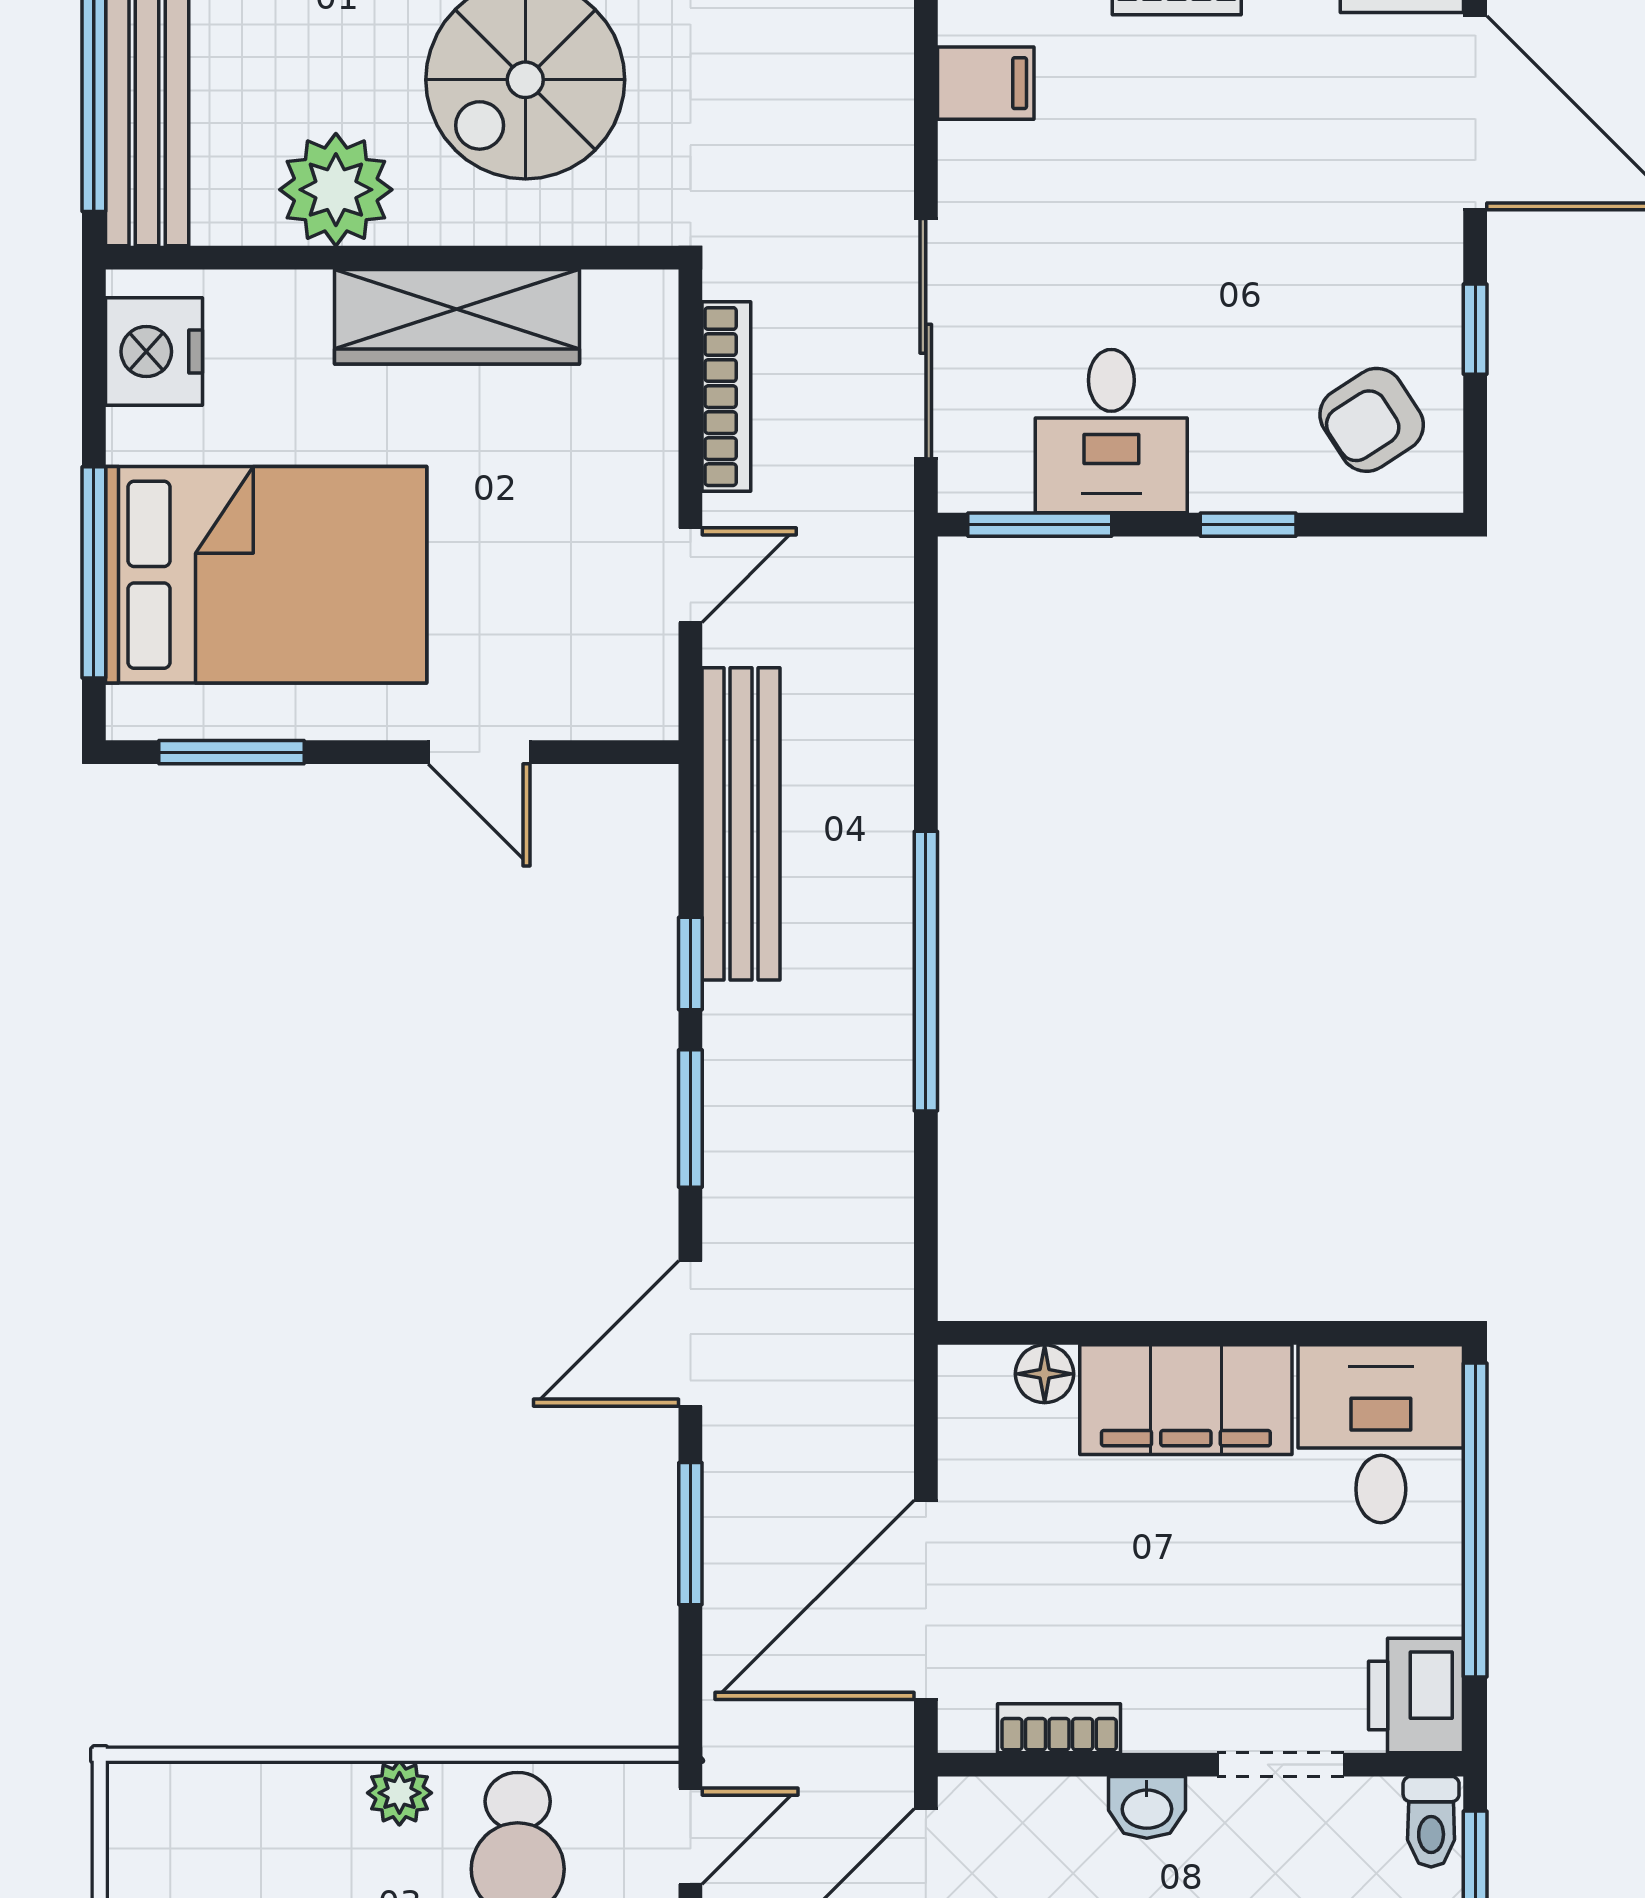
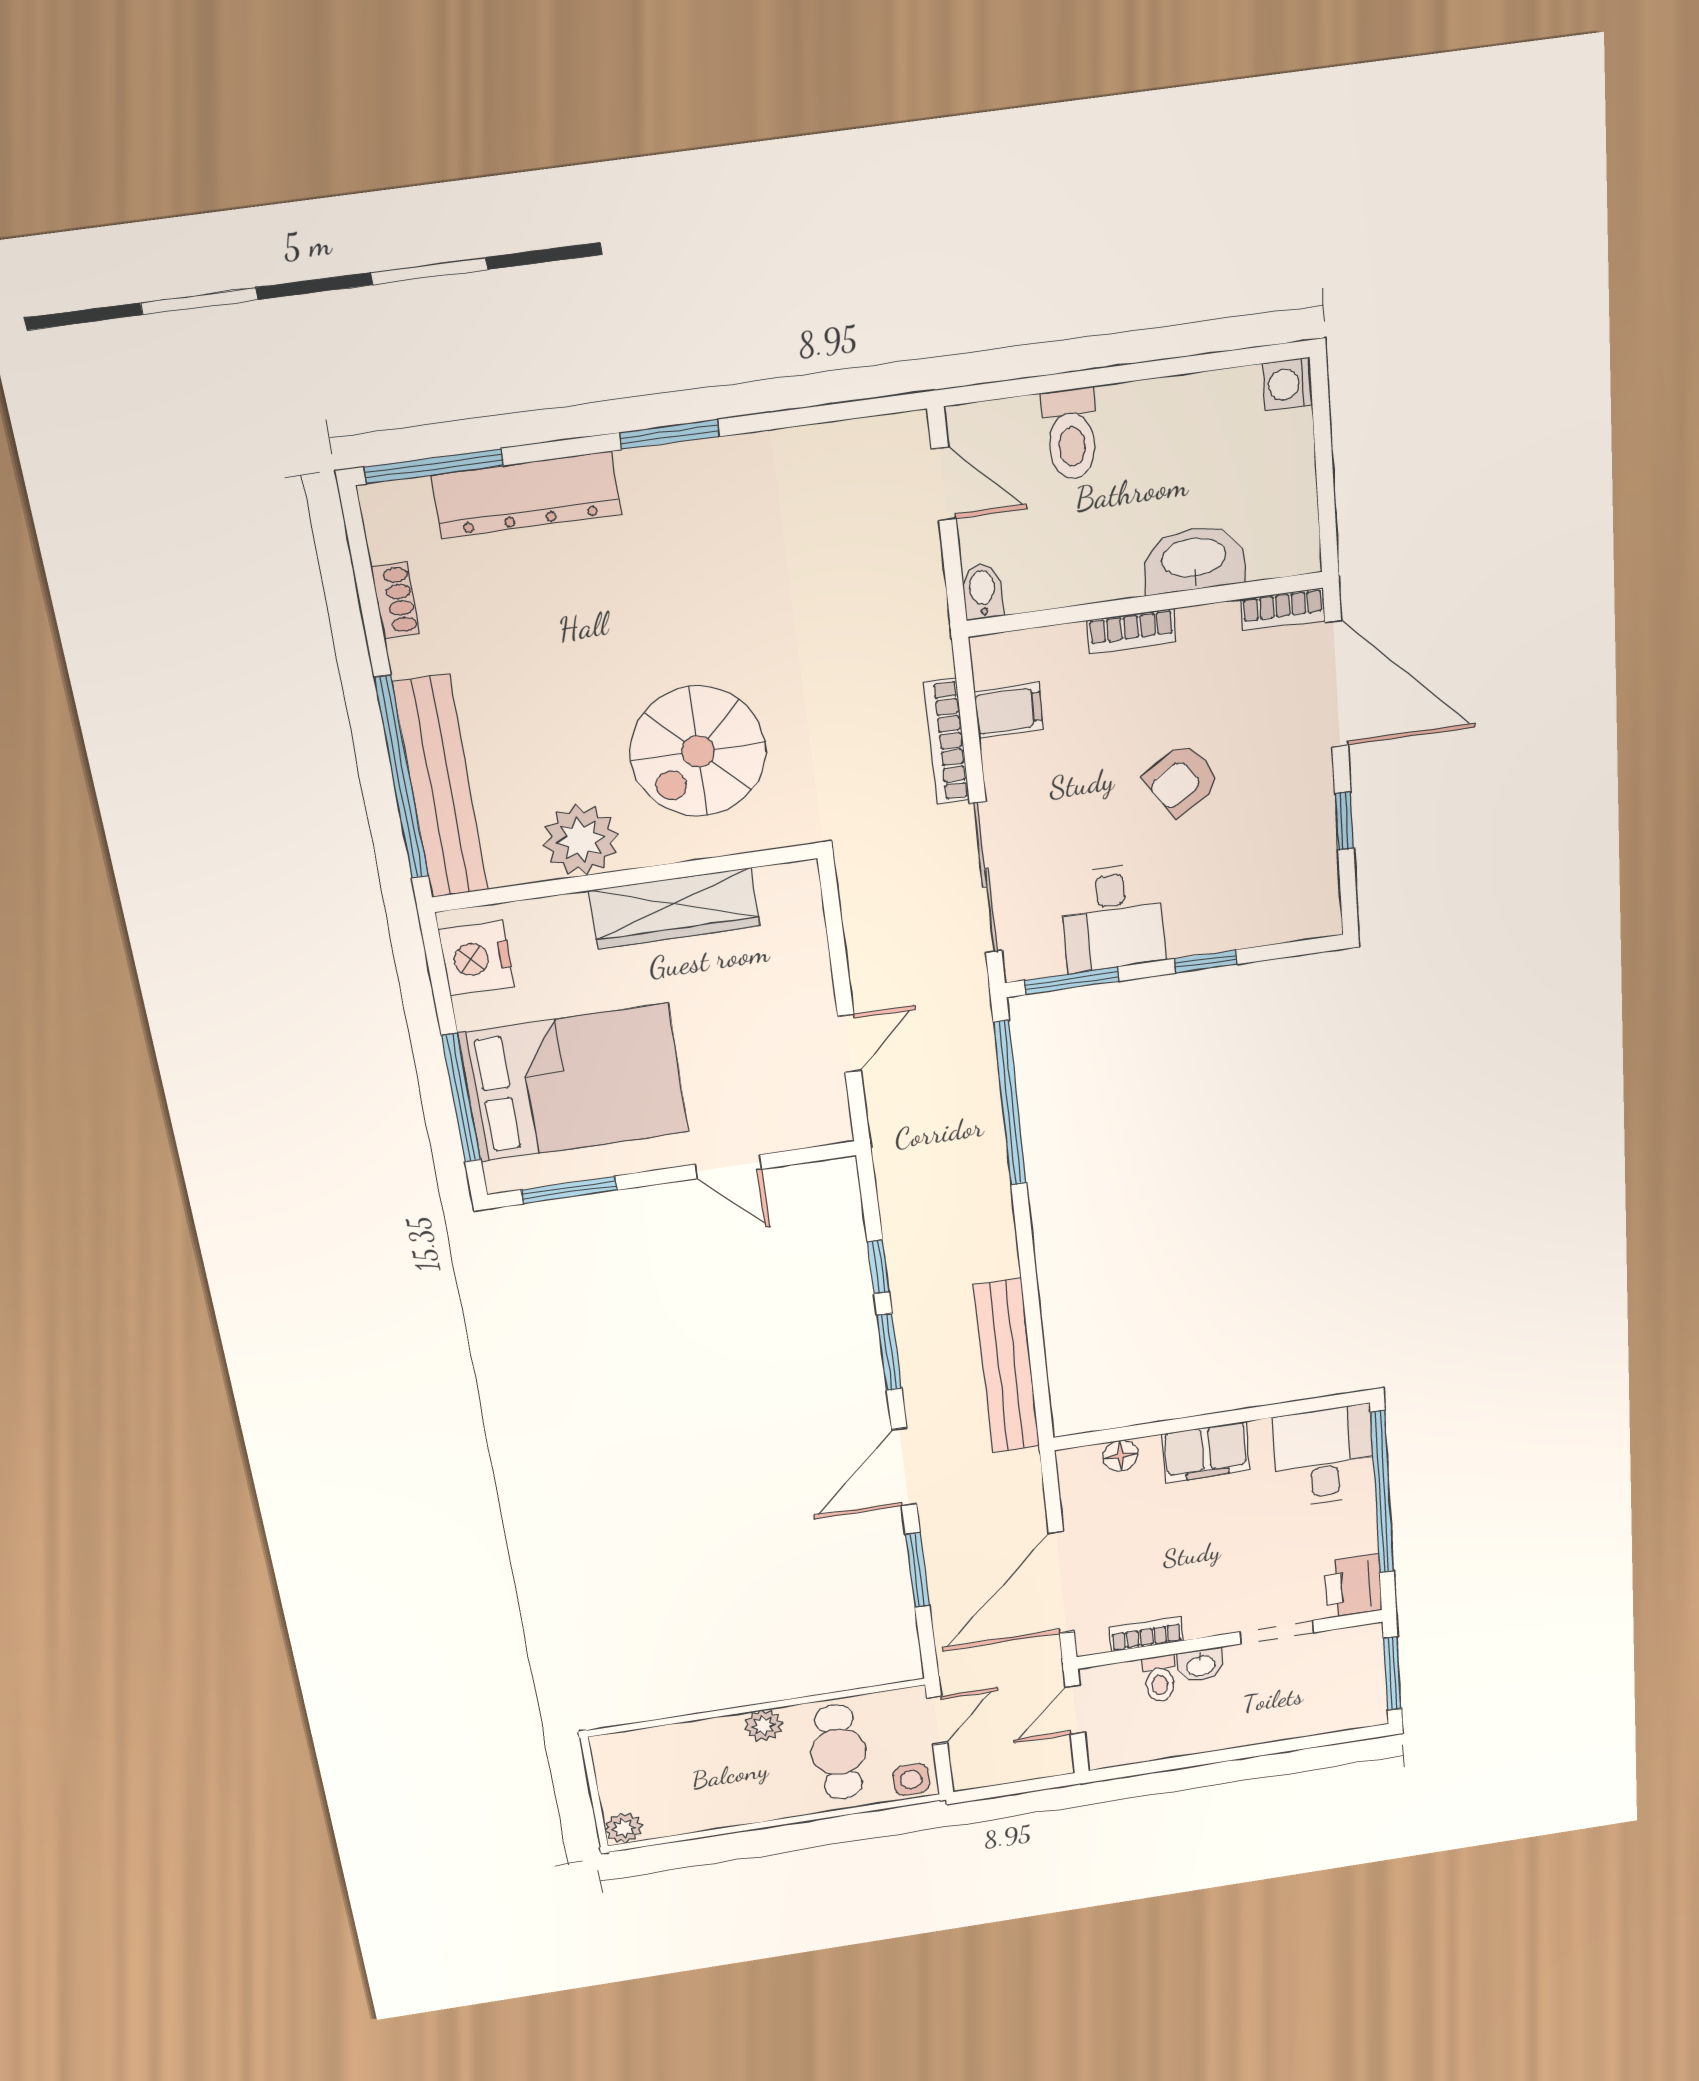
bookcase: (726, 397) -> (947, 741), moved, turned 180
armchair: (1372, 420) -> (1182, 780), moved
bench: (741, 824) -> (1007, 1366), moved
window: (926, 971) -> (1010, 1103), moved
filing cabinet: (1186, 1400) -> (1206, 1452), width x0.67, depth x0.86
toilet: (1431, 1822) -> (1159, 1679), moved

